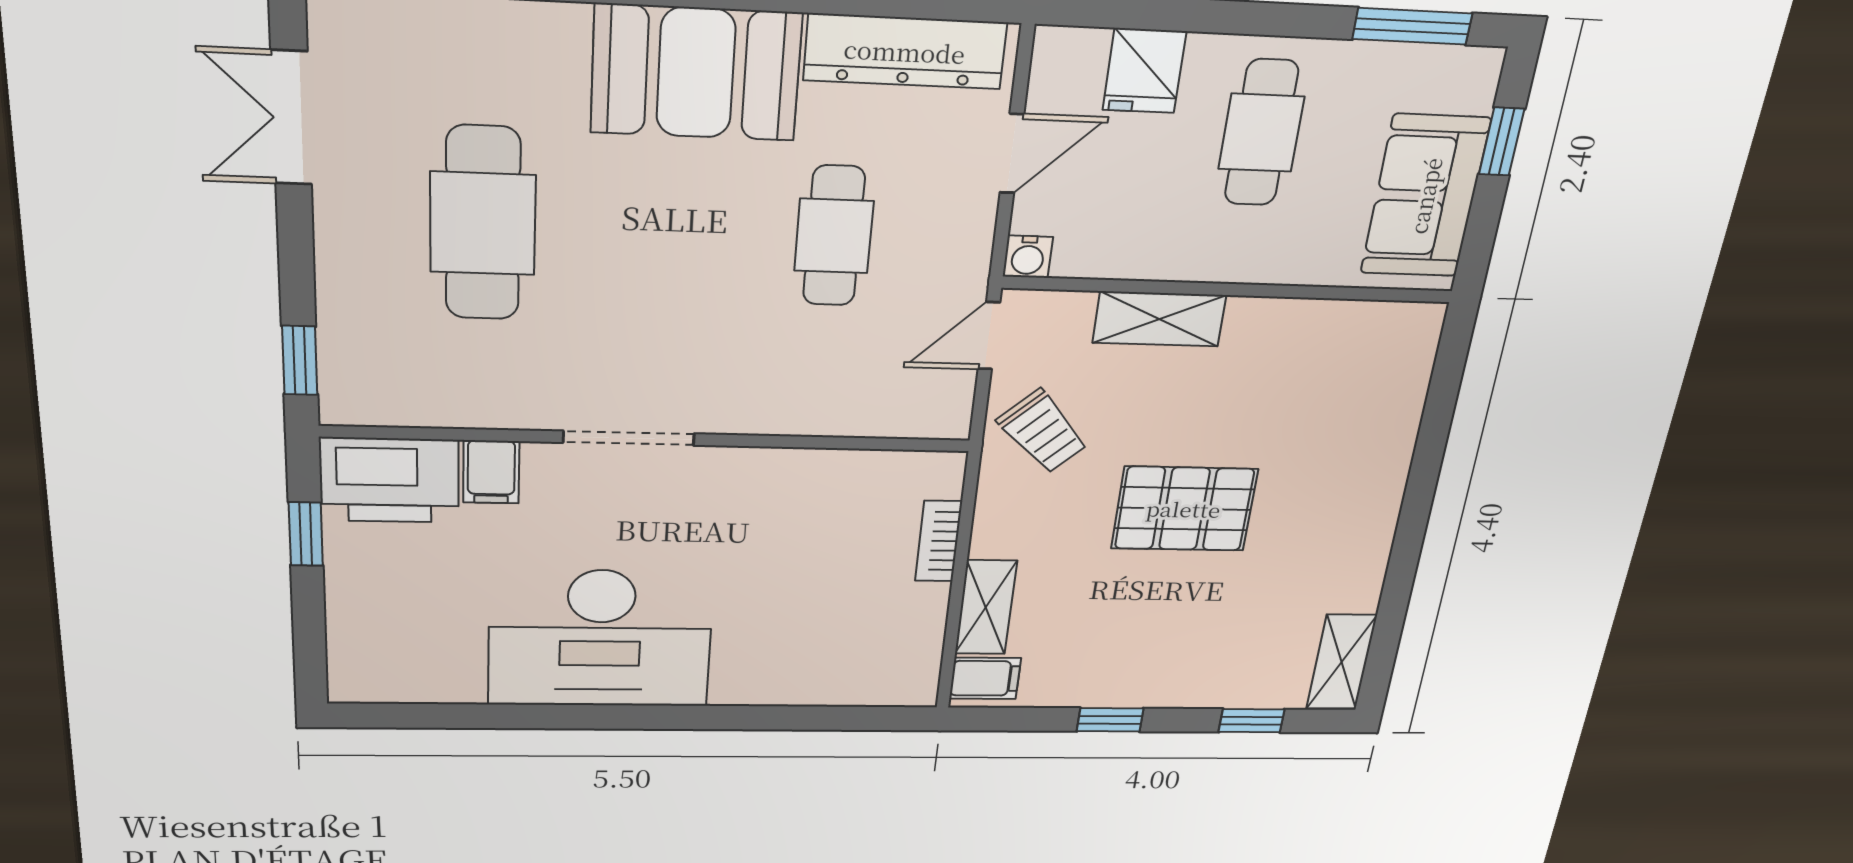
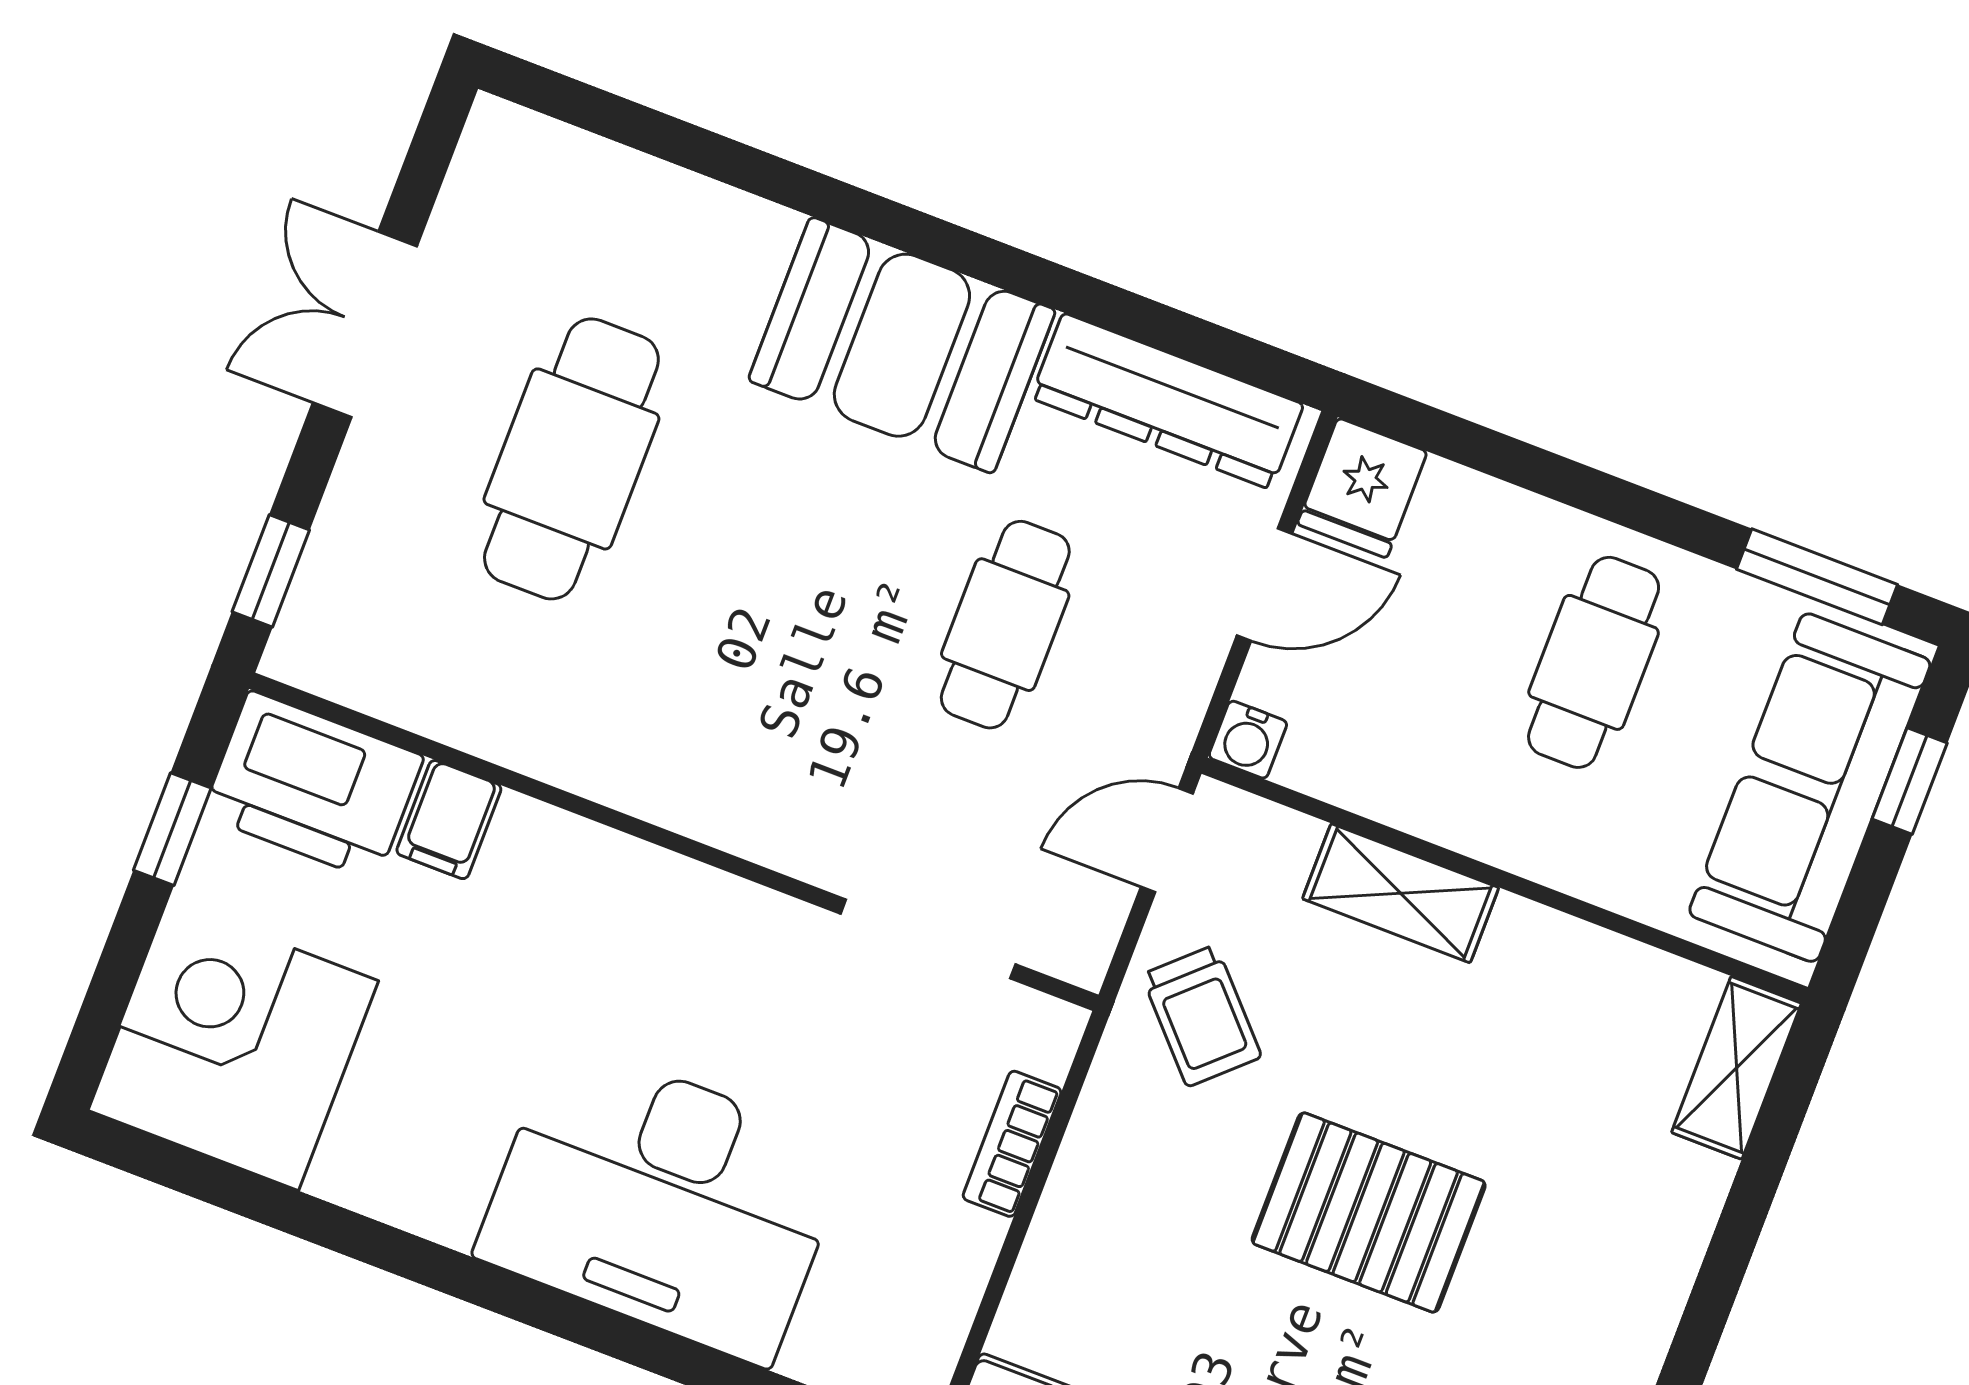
fridge: (1144, 71) -> (1362, 488), moved
double door: (291, 118) -> (365, 325), moved
sofa: (1425, 196) -> (1810, 788), width x1.36
doorway: (629, 438) -> (928, 939), moved
shelving: (986, 607) -> (1736, 1068), moved
desk: (600, 639) -> (663, 1202), moved
corner desk: (405, 641) -> (233, 1046), added

